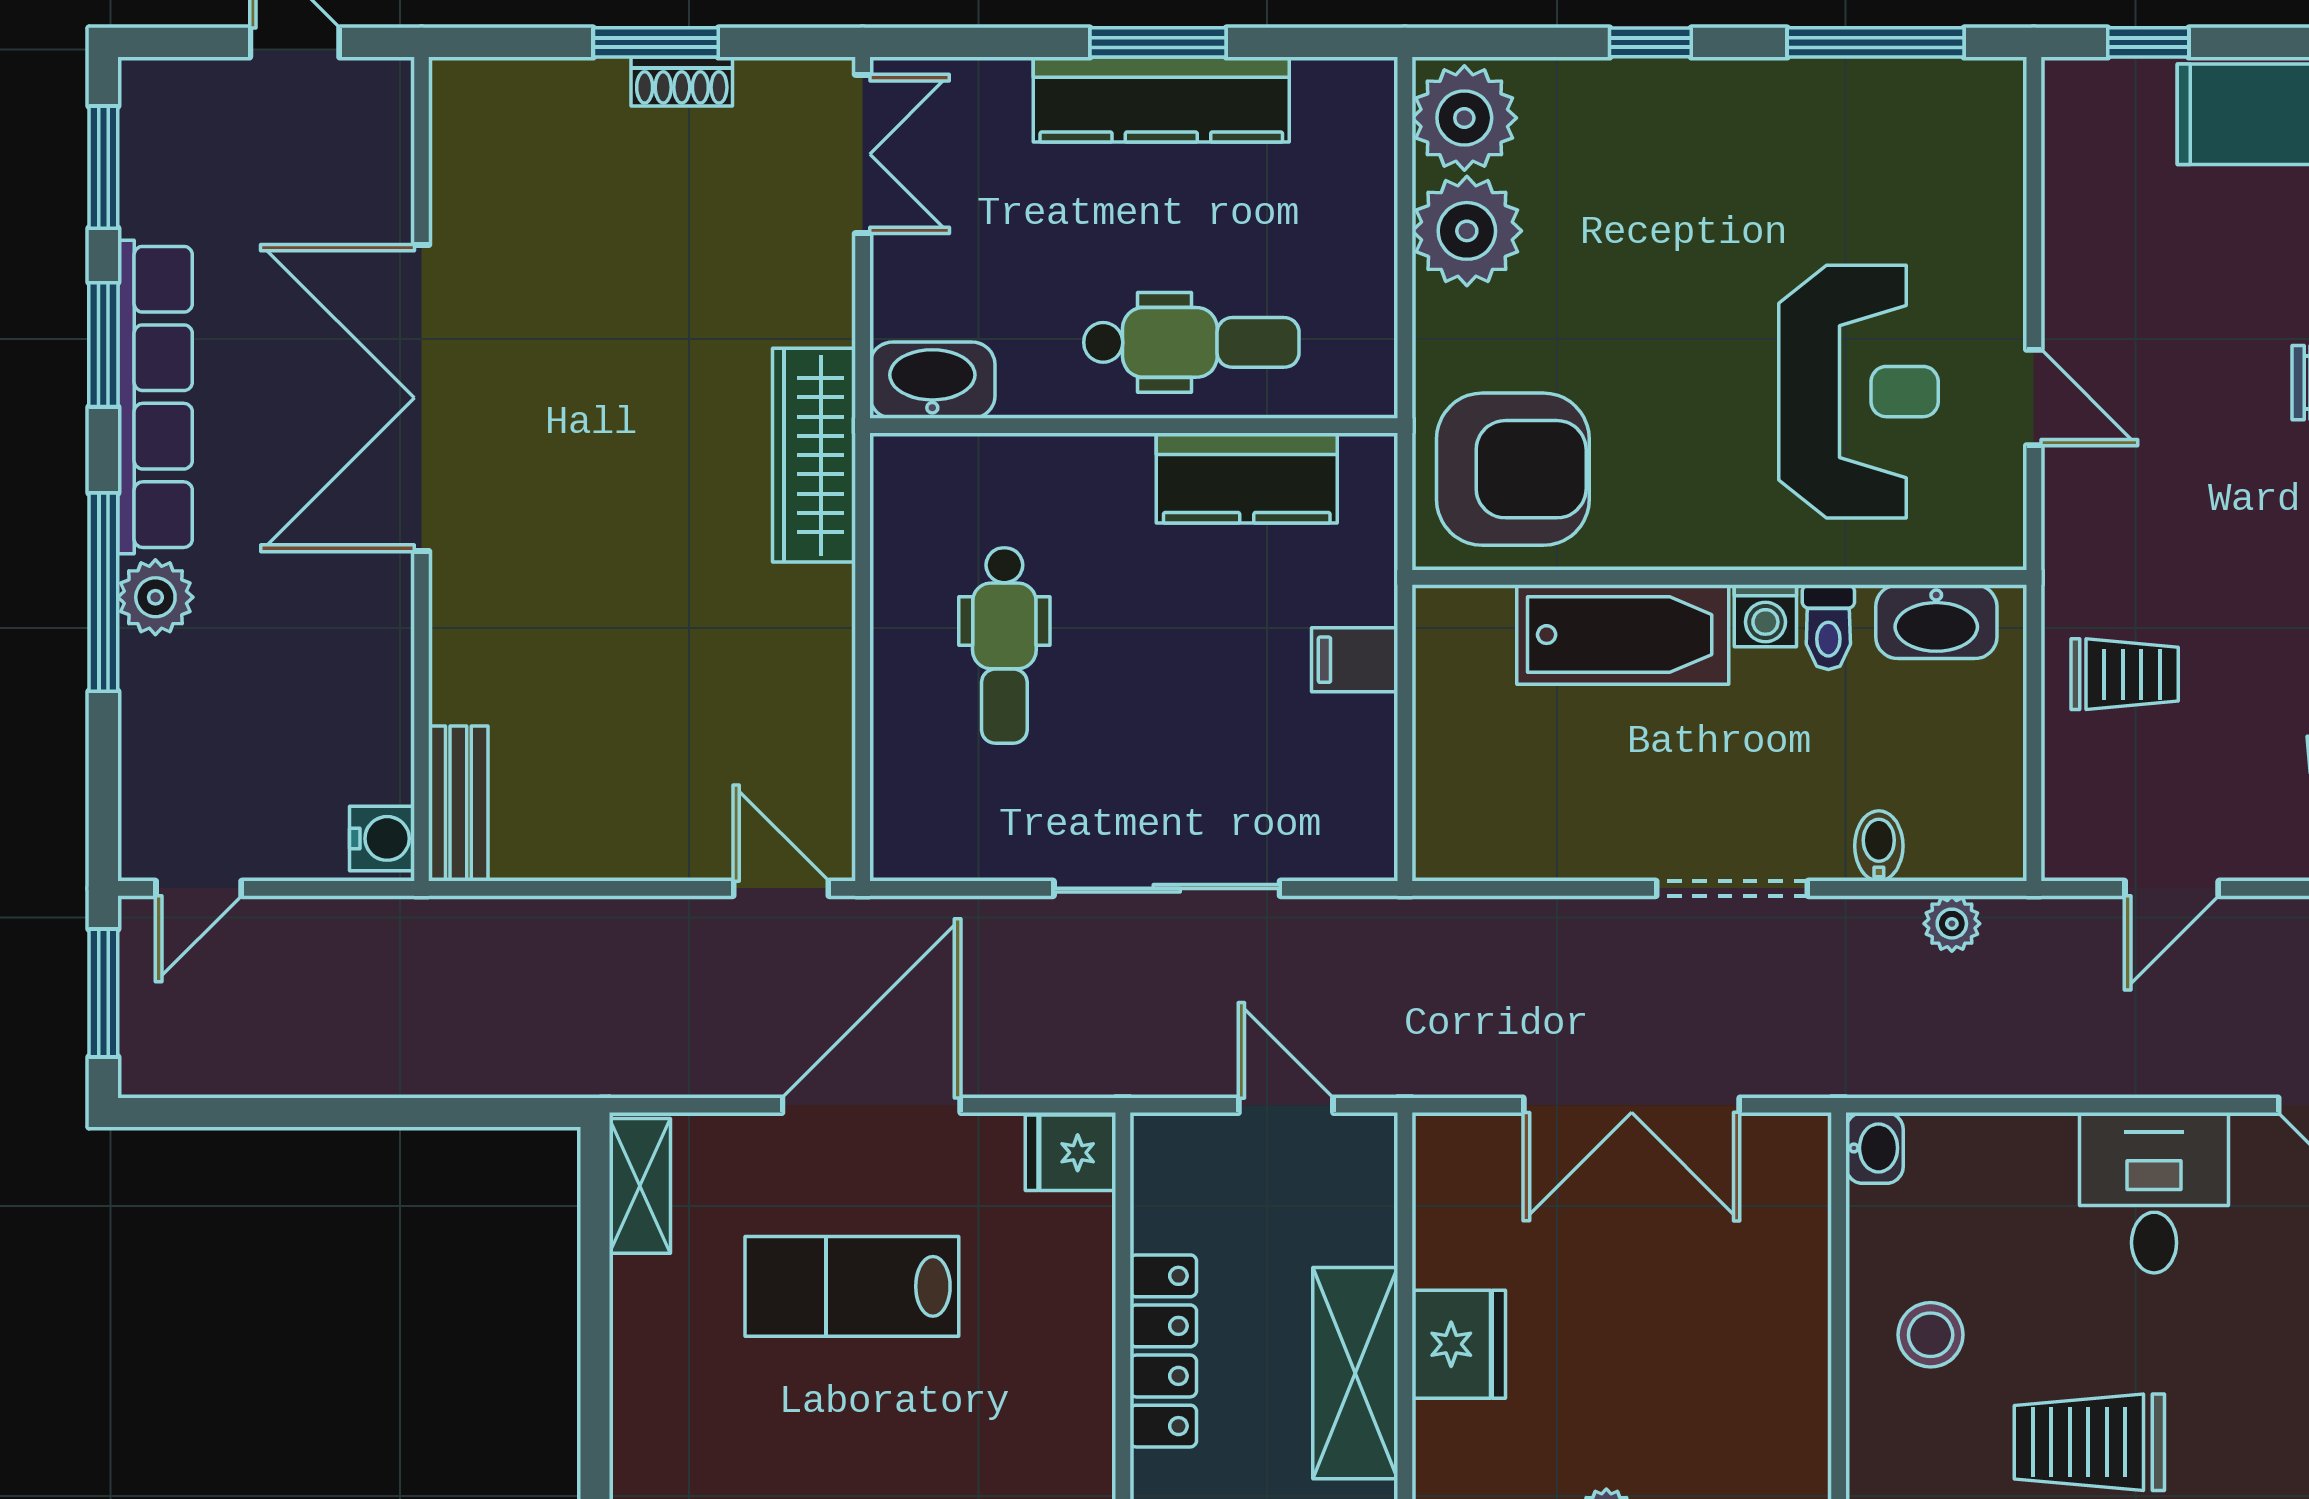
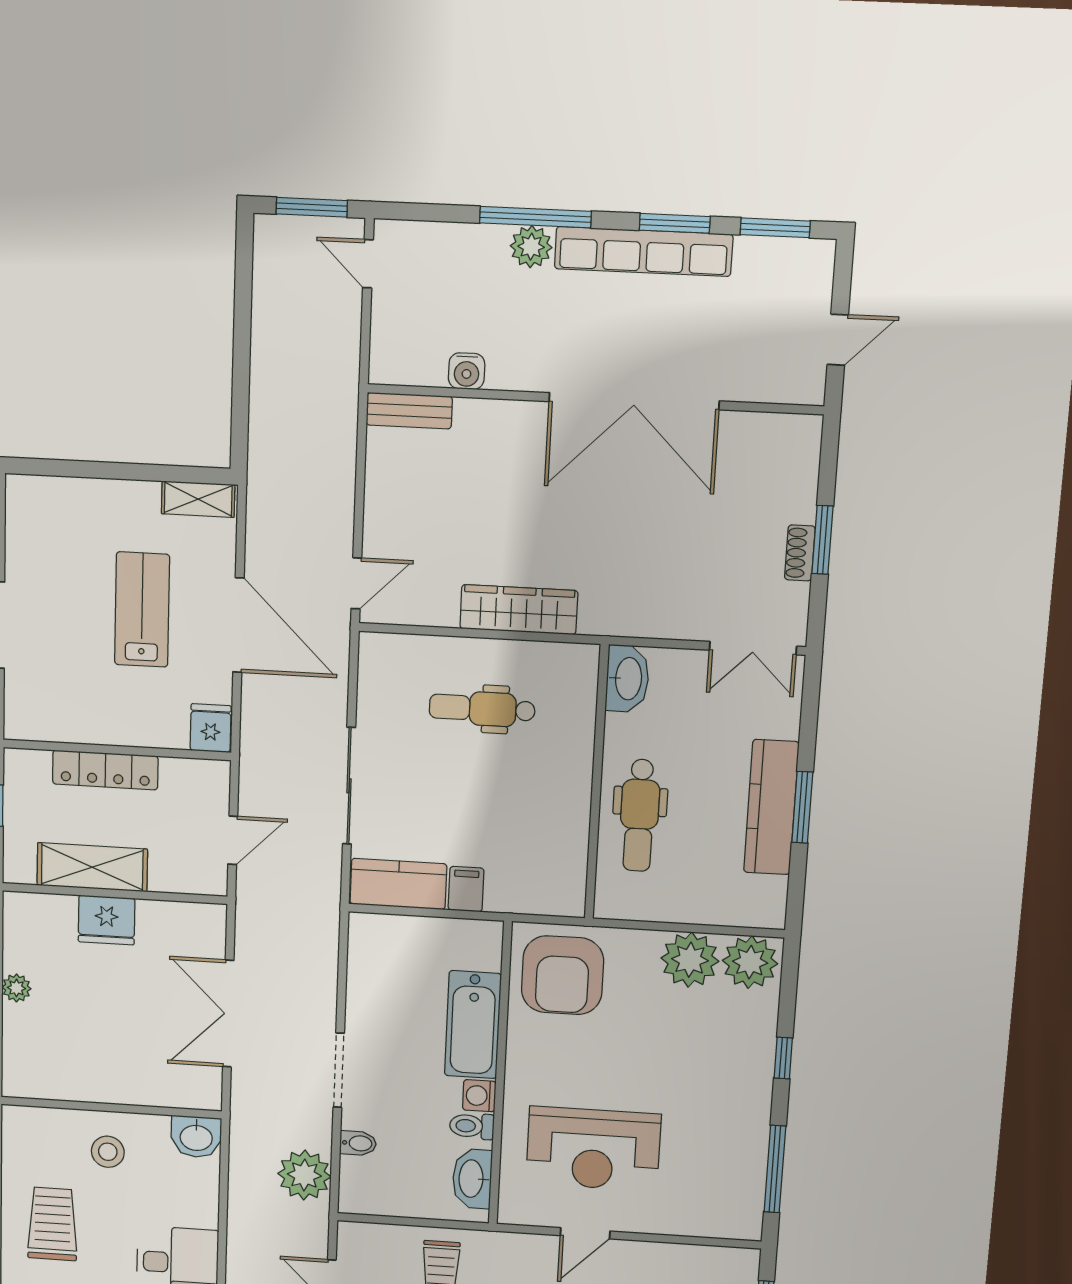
double door: (422, 398) -> (634, 401), swing flipped
wardrobe: (814, 455) -> (519, 610), moved
kitchen counter: (1247, 478) -> (398, 884), moved, turned 90
water cooler: (382, 838) -> (467, 371), moved
plant: (1952, 924) -> (304, 1175), width x1.87, depth x1.87
washbasin: (1875, 1148) -> (196, 1137), width x1.38, depth x1.45

